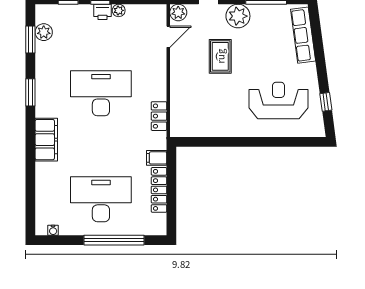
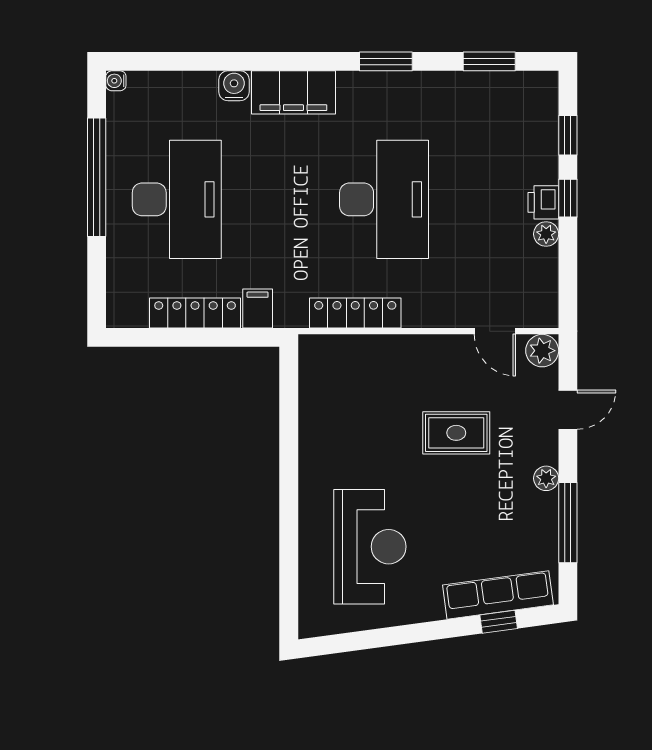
plant: (238, 16) -> (546, 478), width x0.53, depth x0.53
plant: (44, 32) -> (504, 87), removed
window: (326, 102) -> (499, 622), moved
locker: (159, 116) -> (355, 313), width x1.53
water cooler: (43, 170) -> (234, 86), added
water cooler: (53, 230) -> (116, 81), moved
window: (114, 240) -> (97, 177), moved

